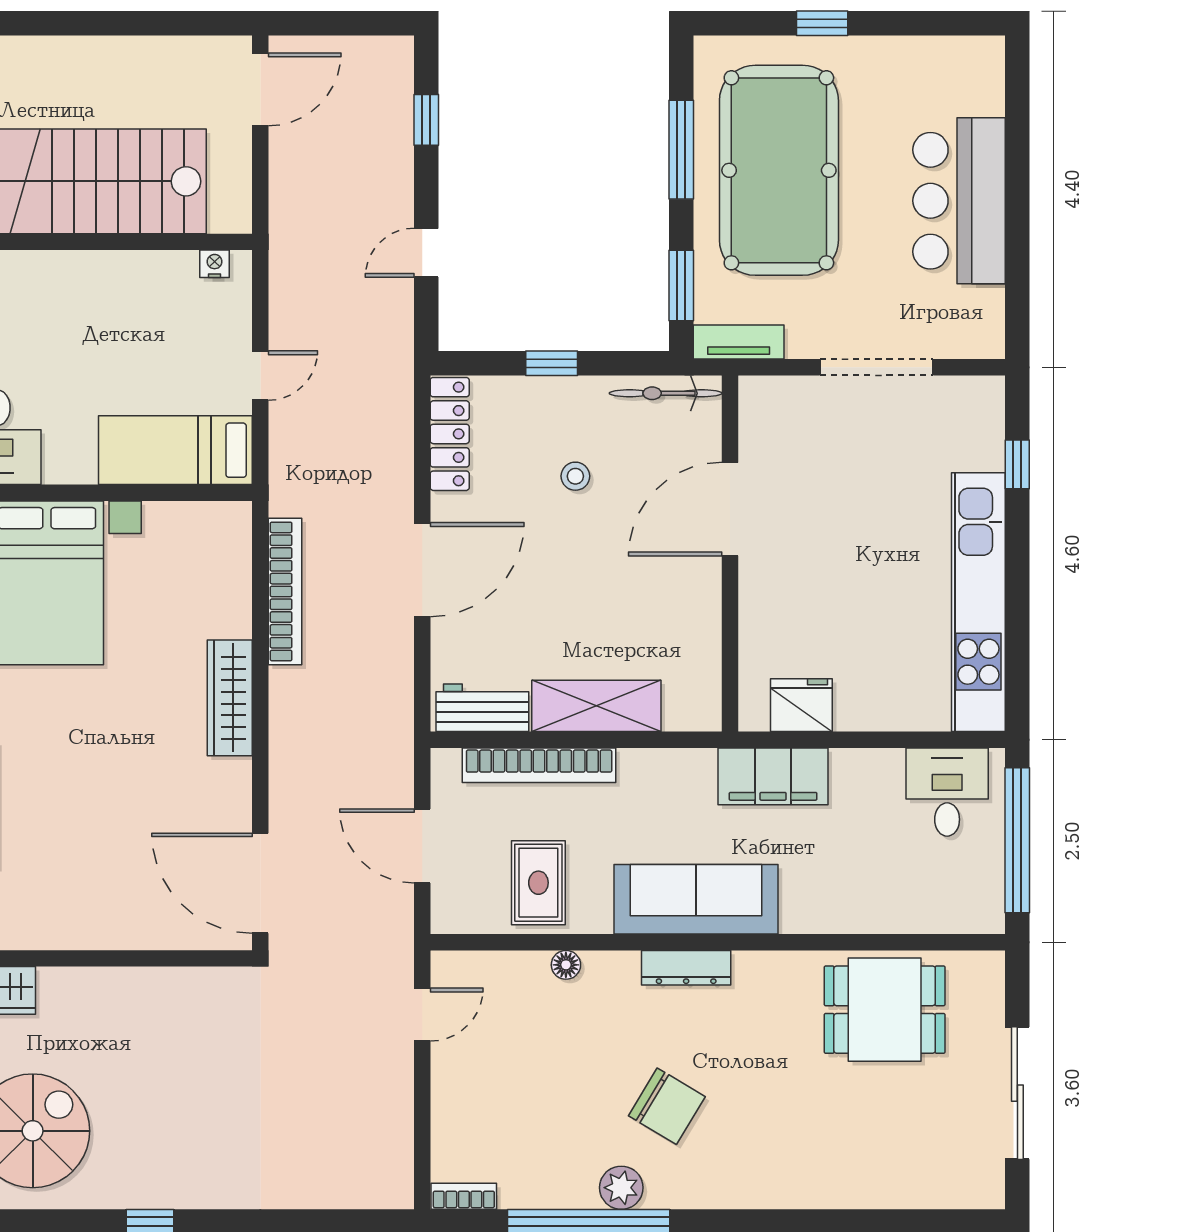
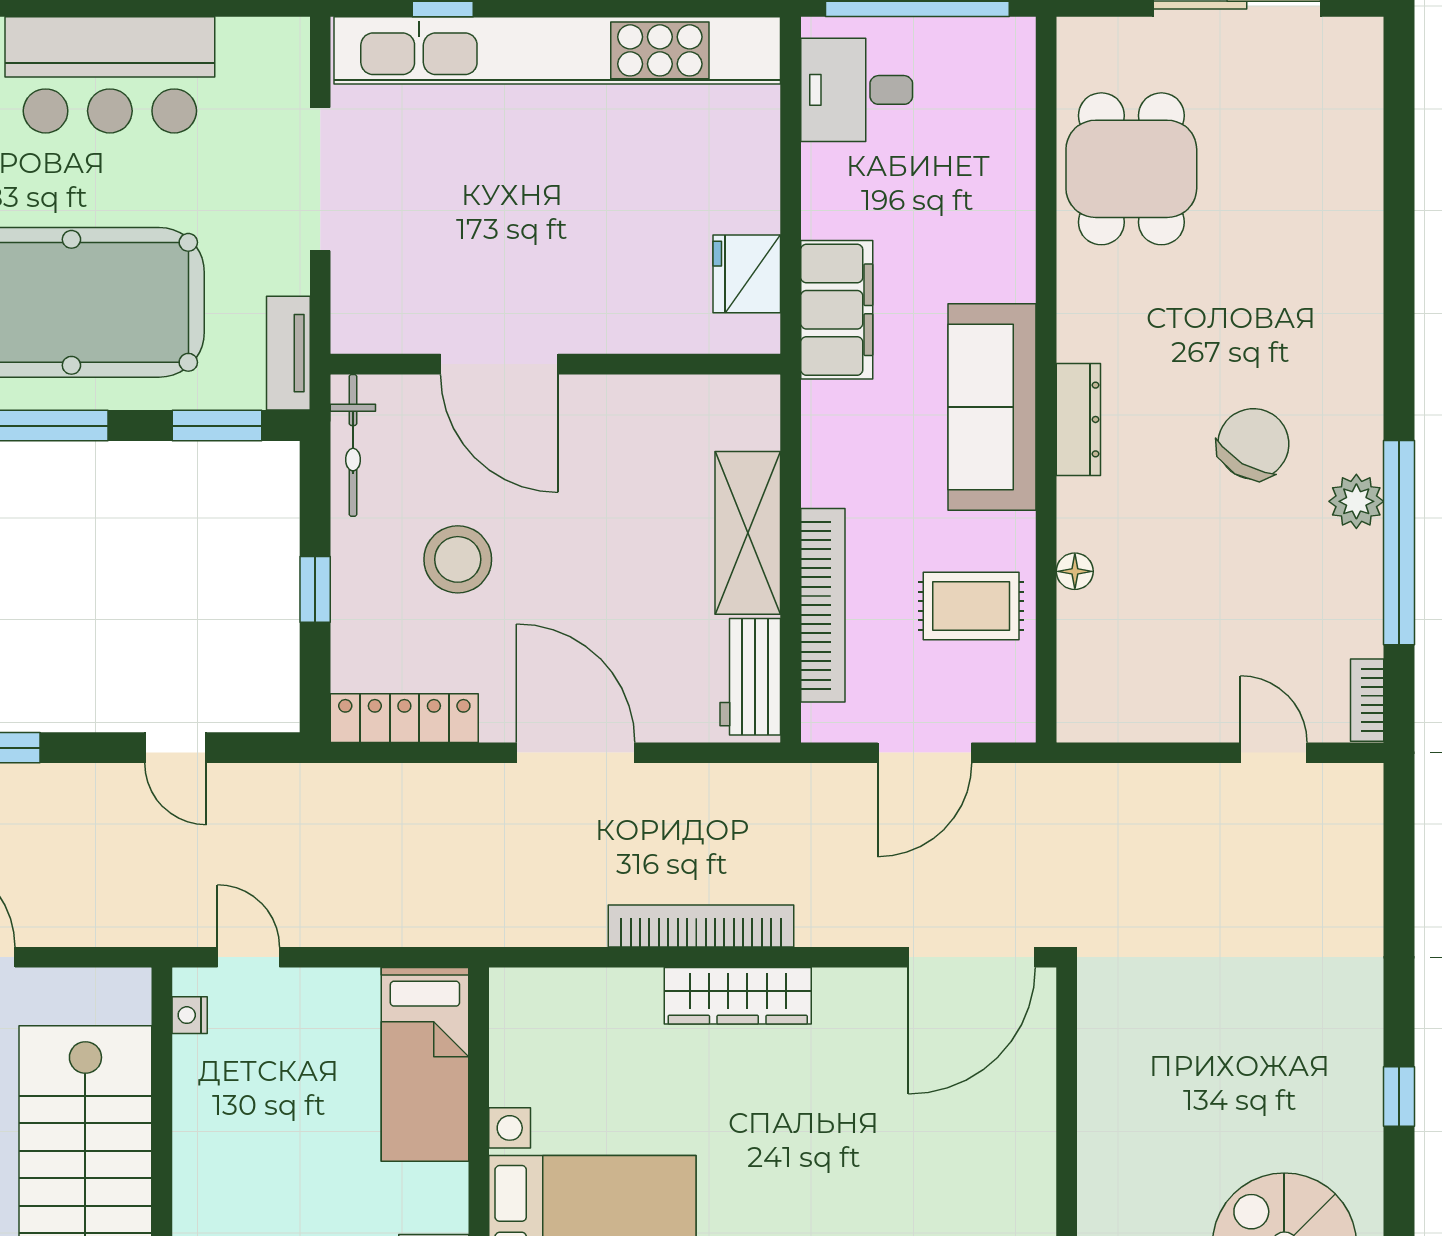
door: (260, 376) -> (249, 957), moved
stool: (575, 476) -> (458, 559), width x1.89, depth x1.89
bookcase: (285, 591) -> (701, 926), moved
kitchen unit: (978, 602) -> (557, 50), width x1.36
door: (422, 1015) -> (1274, 753), moved

